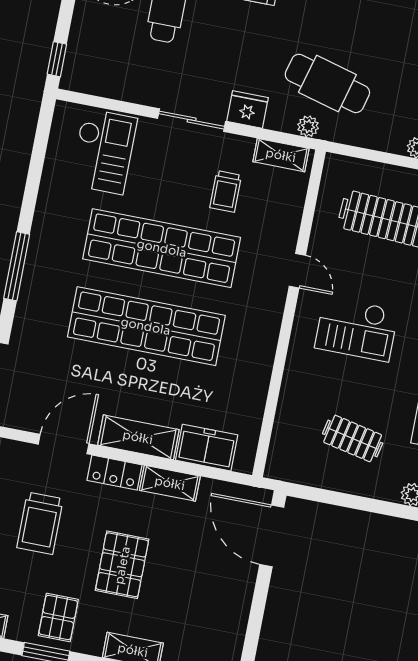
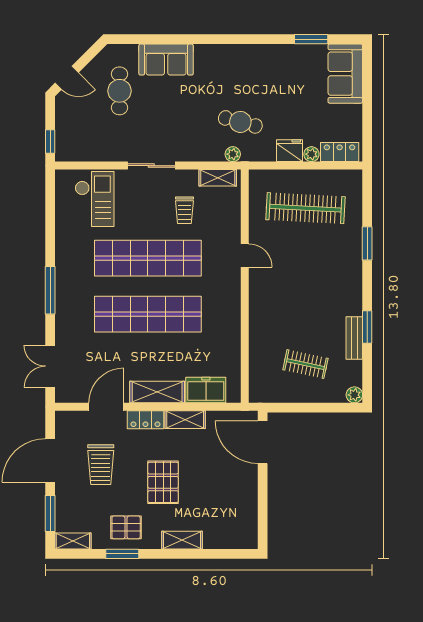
cafe table: (327, 83) -> (240, 122), width x0.73, depth x0.74
fridge: (247, 109) -> (290, 151), moved
checkout: (356, 329) -> (293, 288), removed
pallet: (58, 617) -> (126, 527), turned 90

